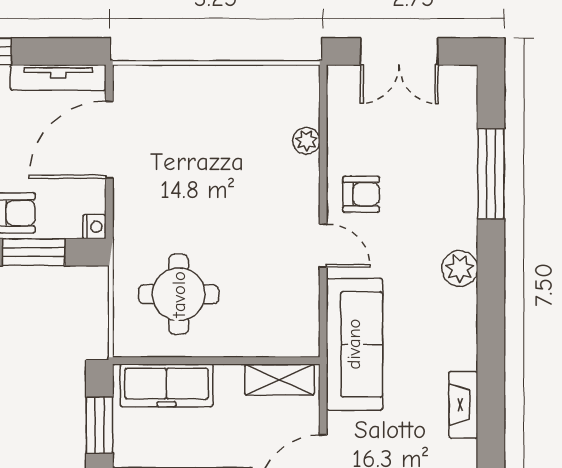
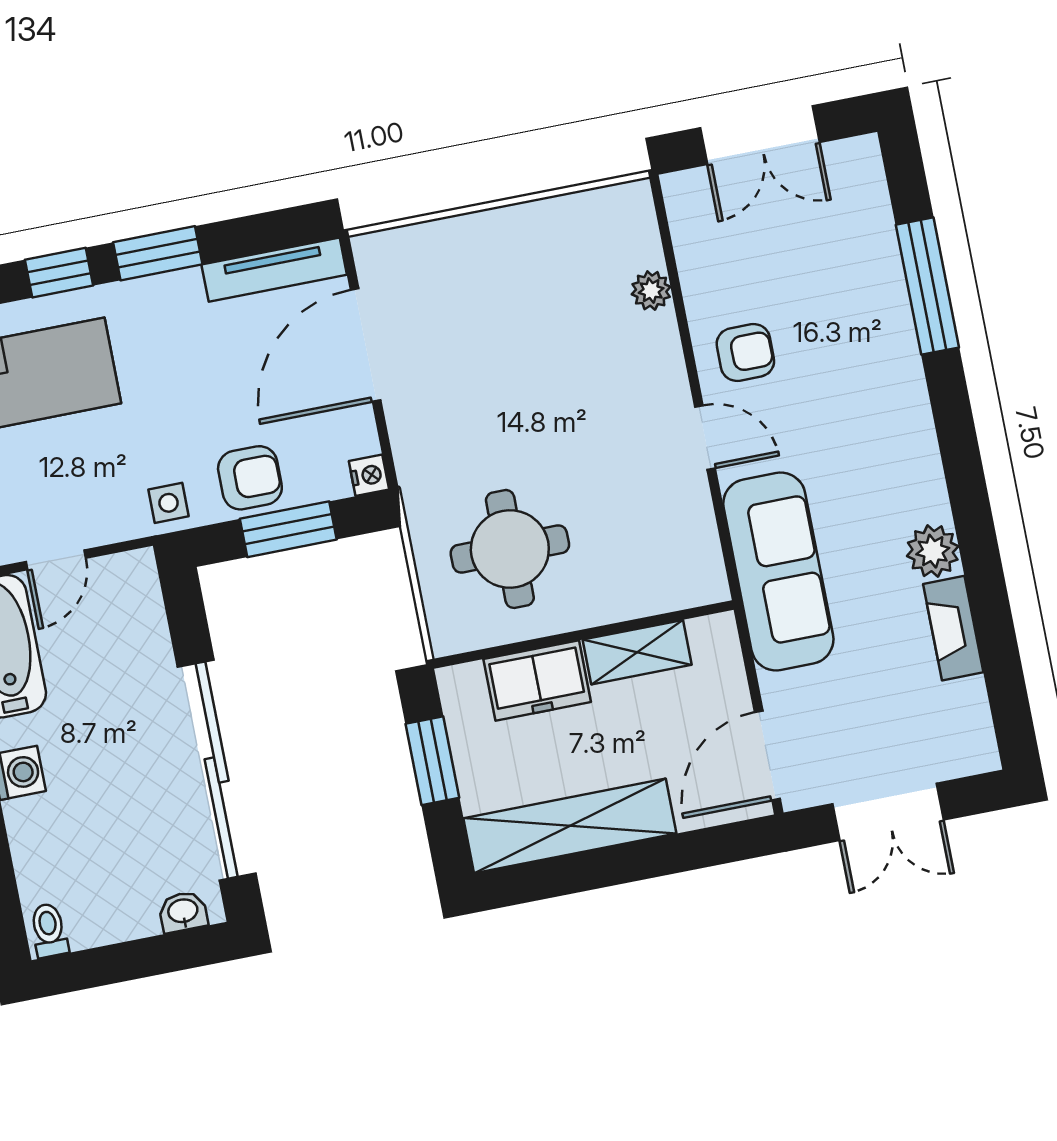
plant: (460, 268) -> (933, 551), moved
shelving: (279, 380) -> (637, 652), moved
freezer: (166, 385) -> (537, 681), width x0.71

